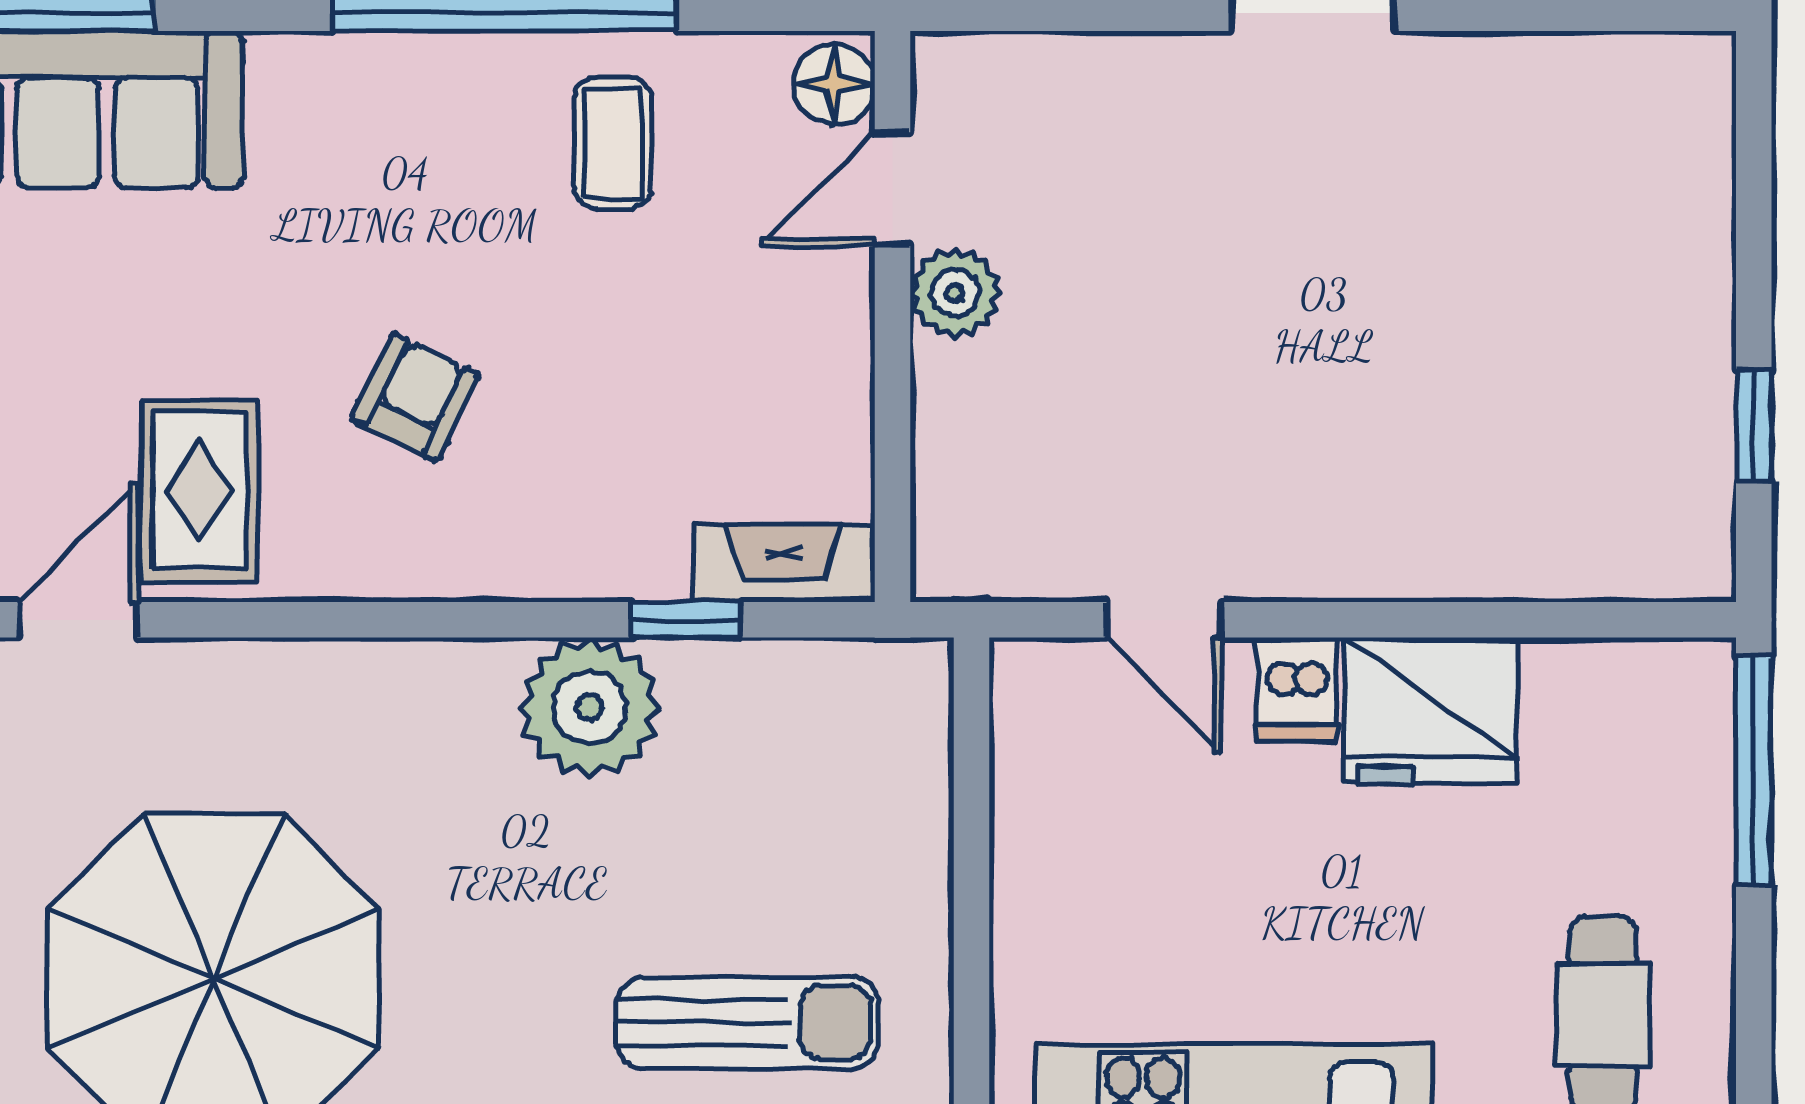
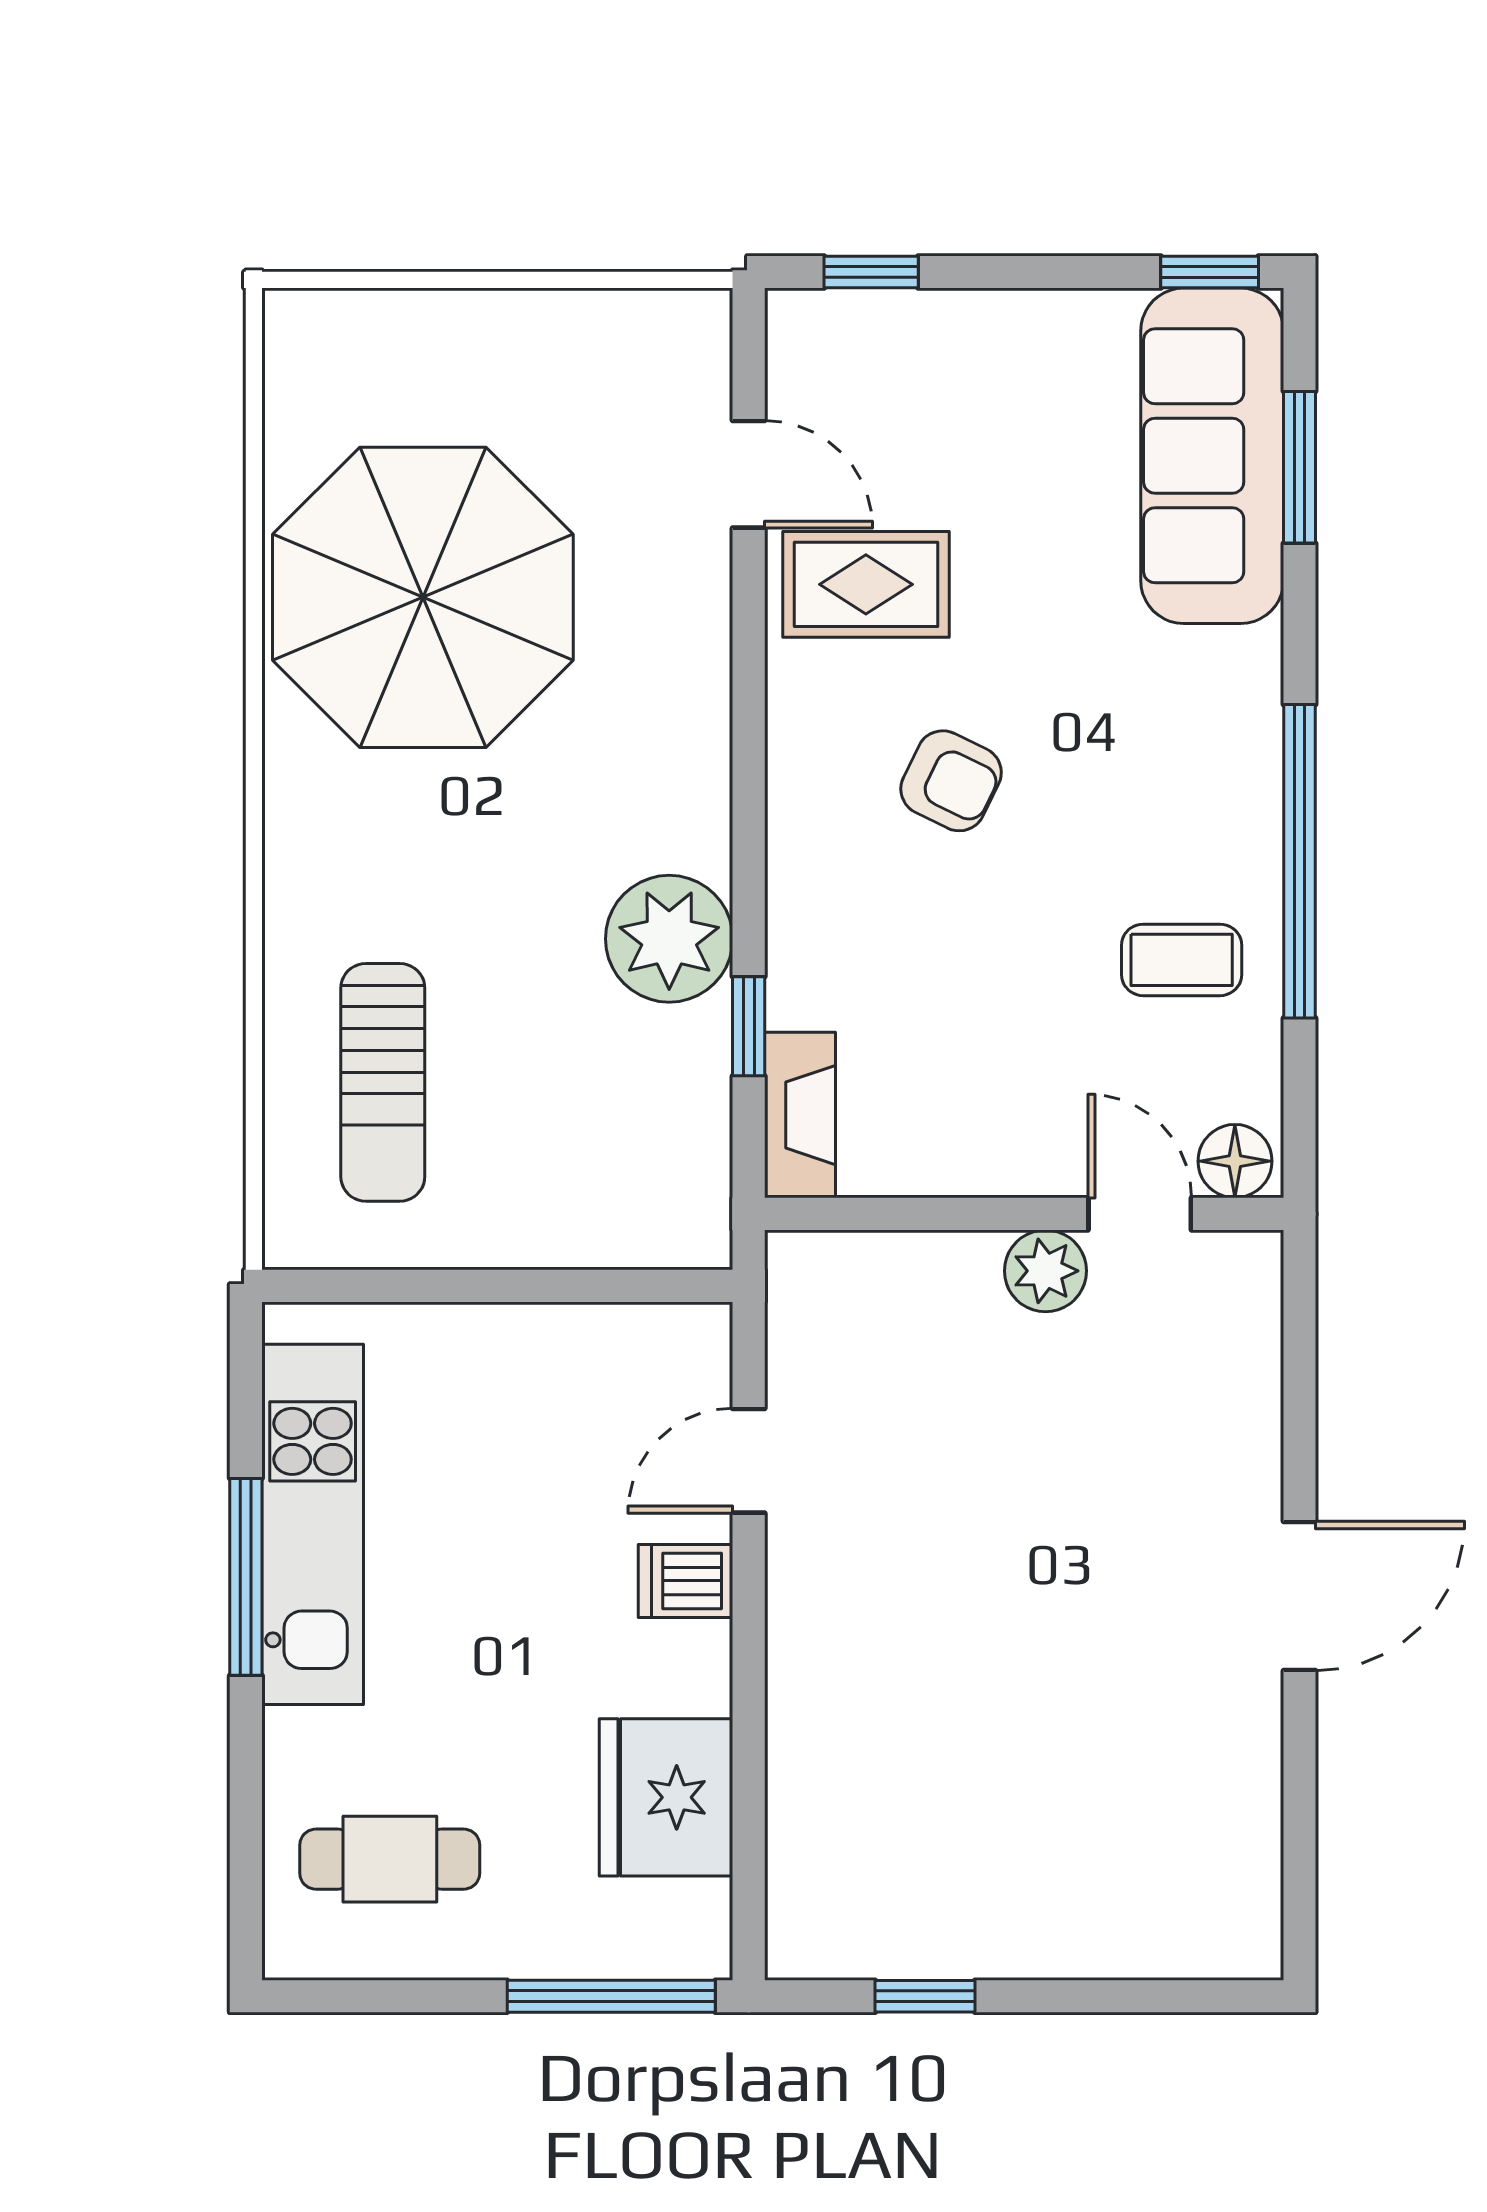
fridge: (1431, 711) -> (666, 1797), moved

